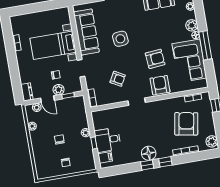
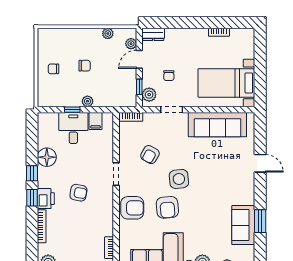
side table: (120, 39) -> (179, 179), moved
bed with nightstands: (53, 45) -> (226, 83), moved, turned -90
plant: (59, 90) -> (149, 95), moved
armchair: (186, 124) -> (78, 193), moved, width x0.53, depth x0.53
printer: (164, 151) -> (46, 199), added
floor lamp: (149, 153) -> (47, 157), moved
filing cabinet: (105, 157) -> (95, 121), moved

